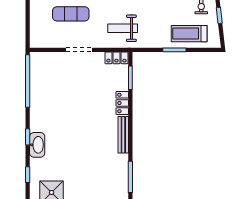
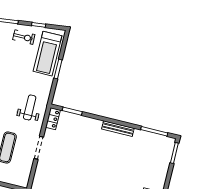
weight bench: (123, 28) -> (30, 107), turned 180
treadmill: (189, 34) -> (48, 54), width x1.37, depth x1.38
locker: (122, 103) -> (91, 123), removed

